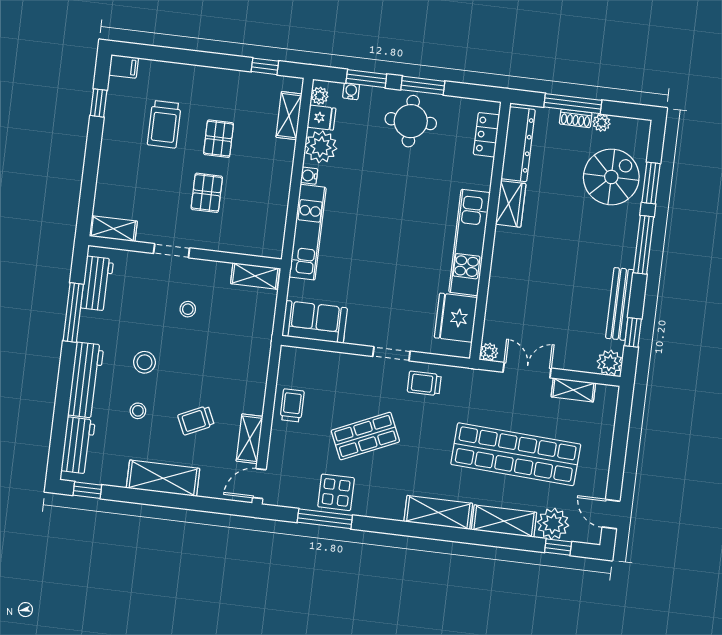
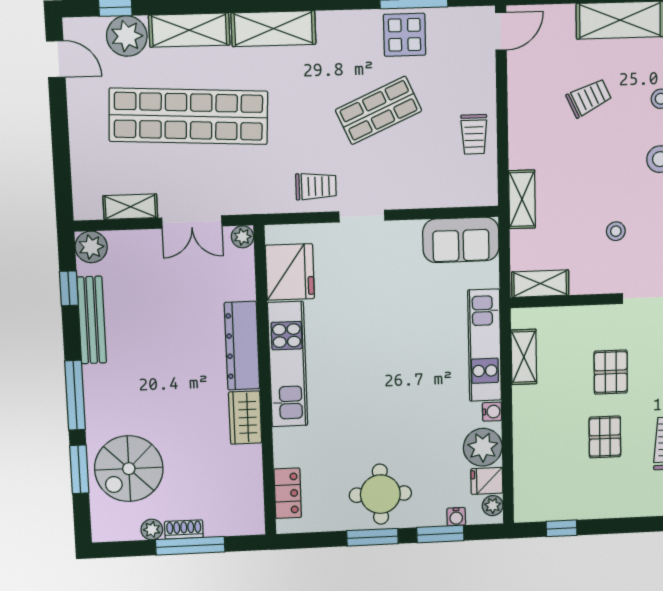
shelving: (289, 116) -> (524, 357), moved
dresser: (518, 144) -> (242, 346), moved
shelving: (250, 439) -> (522, 199), moved

